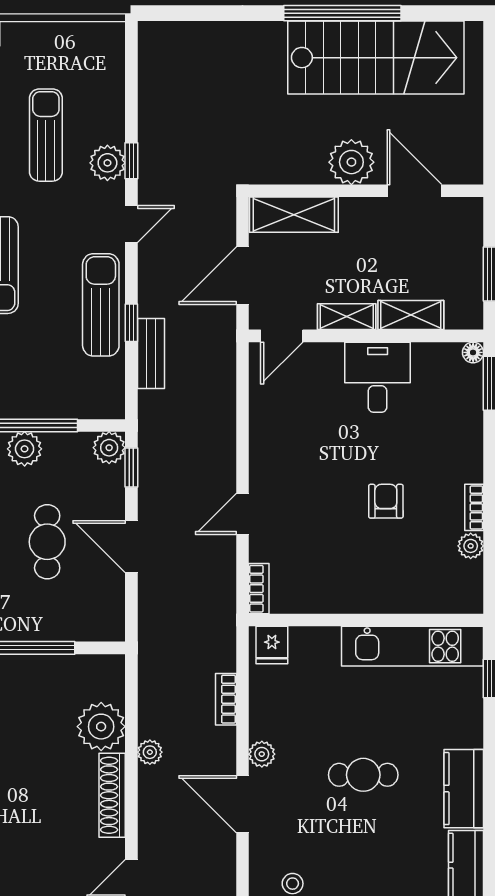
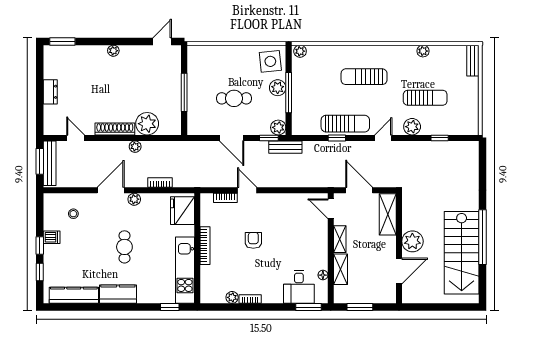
window: (131, 161) -> (440, 138), moved
door: (131, 224) -> (383, 138), swing flipped
floor lamp: (473, 352) -> (323, 275), moved
bench: (151, 353) -> (285, 147), moved
desk: (378, 377) -> (299, 287), moved, turned 90
armchair: (386, 501) -> (253, 240), moved, turned -90
door: (131, 547) -> (232, 138), swing flipped
bookcase: (259, 589) -> (225, 198), moved
bookcase: (360, 604) -> (205, 246), added
fridge: (272, 645) -> (182, 211), width x1.88, depth x1.34

